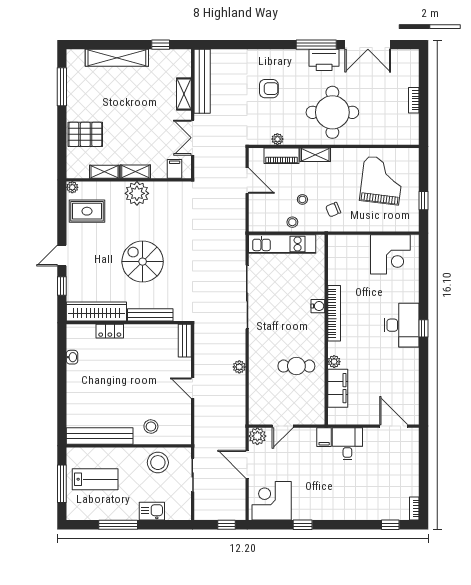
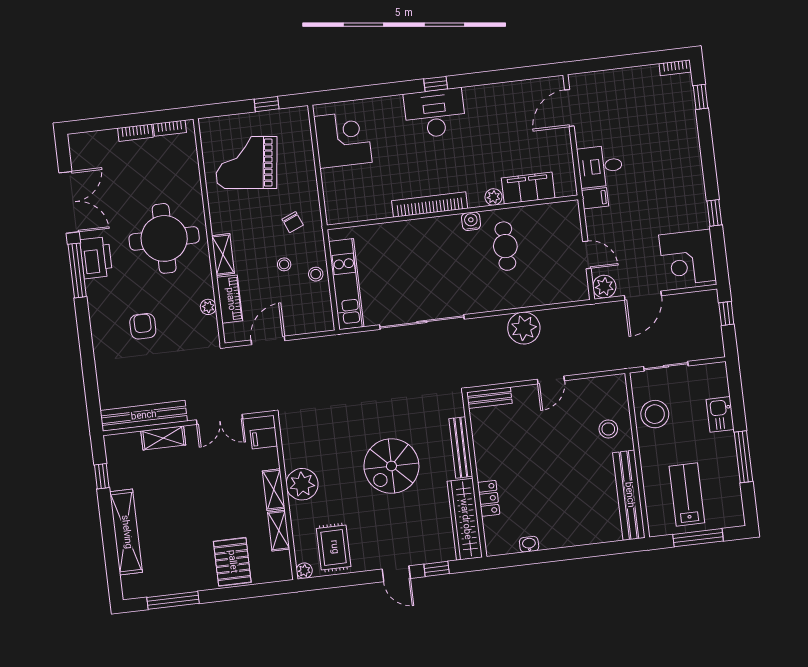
bookcase: (414, 126) -> (170, 128), added
water cooler: (318, 306) -> (471, 221), moved
plant: (239, 367) -> (524, 328), width x1.88, depth x1.88

